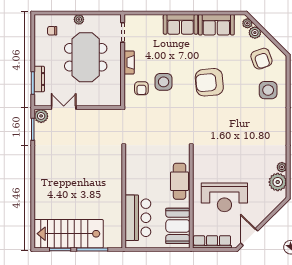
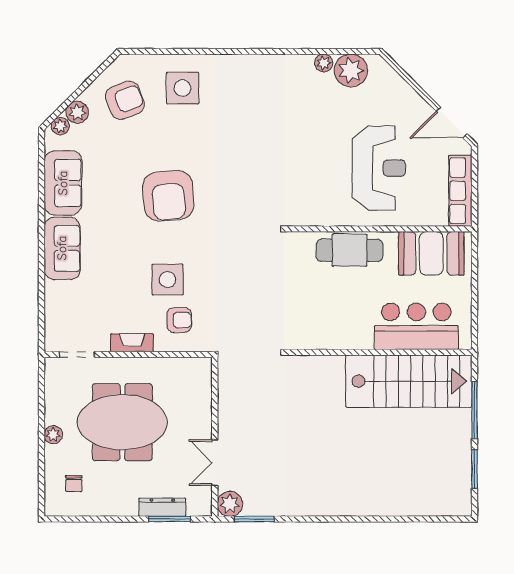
stairs: (69, 234) -> (409, 381), moved, turned -90

